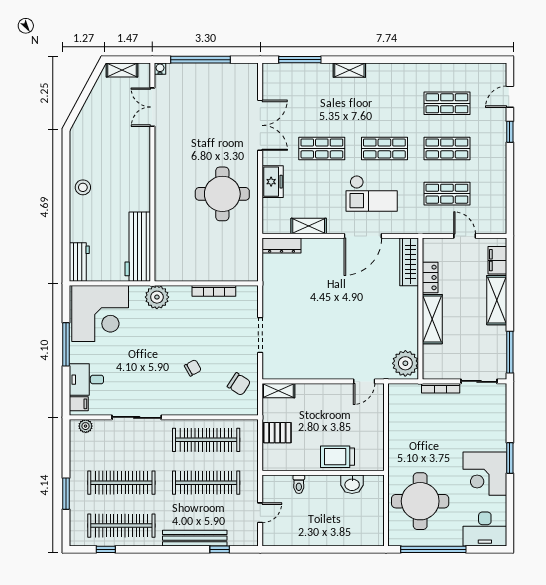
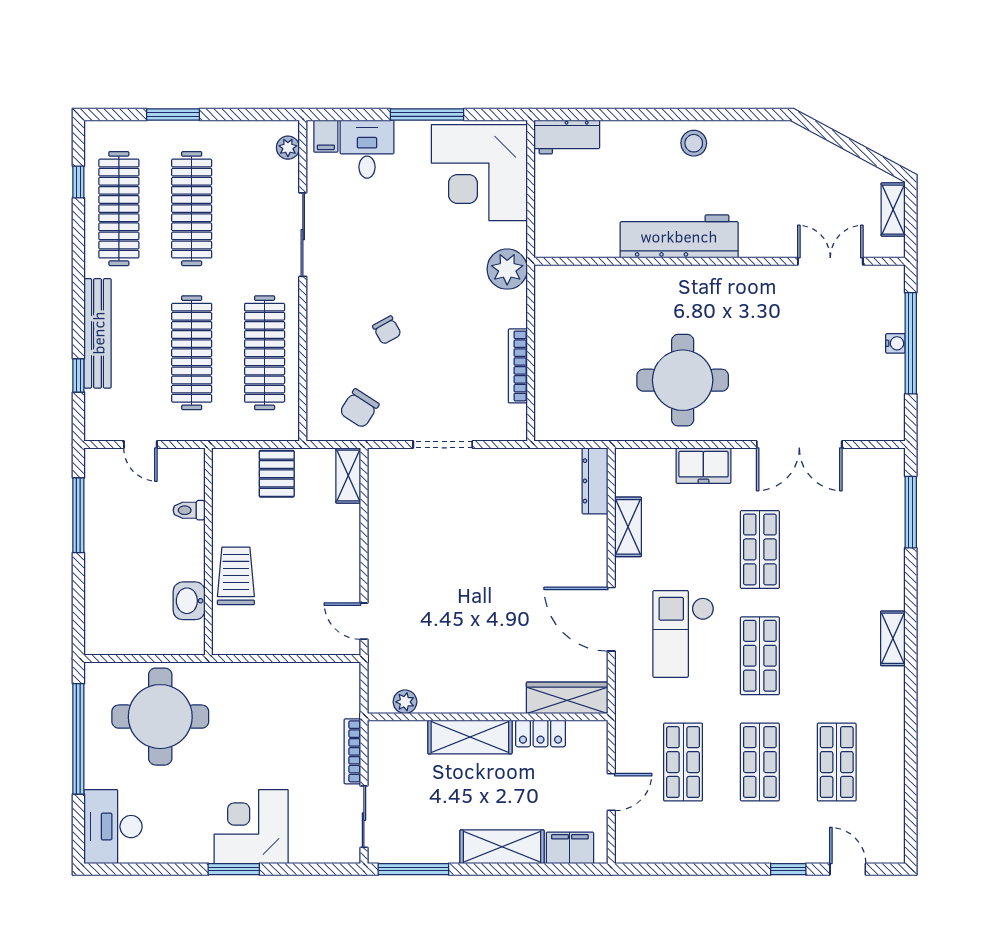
water cooler: (160, 69) -> (895, 343), moved
shelving: (349, 70) -> (893, 638), moved
workbench: (138, 247) -> (679, 236), moved
plant: (405, 363) -> (405, 702), width x0.53, depth x0.53
corner desk: (485, 474) -> (251, 827), moved
window: (302, 549) -> (78, 515), added

